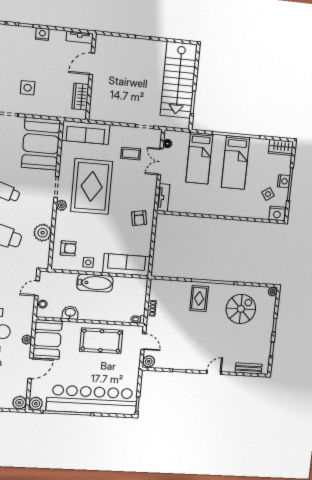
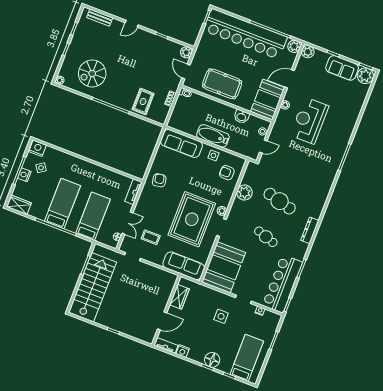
nightstand: (42, 34) -> (183, 351), moved
floor lamp: (23, 35) -> (212, 360), added
rug: (199, 299) -> (143, 101), moved

